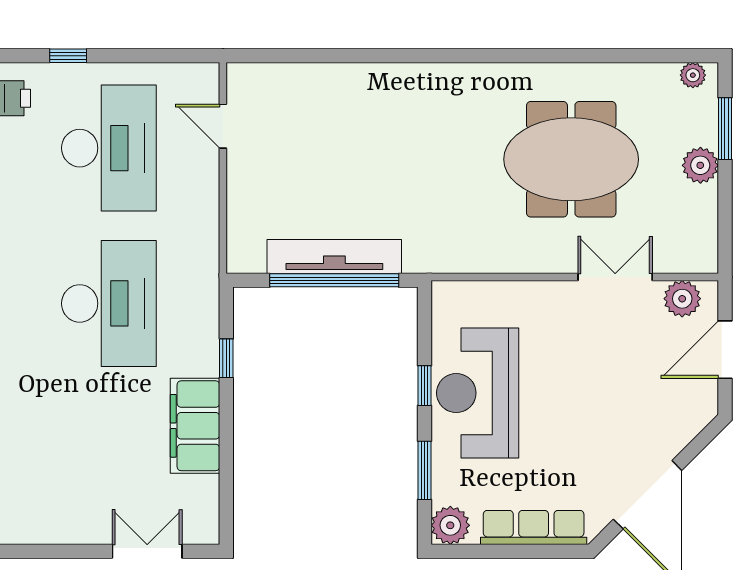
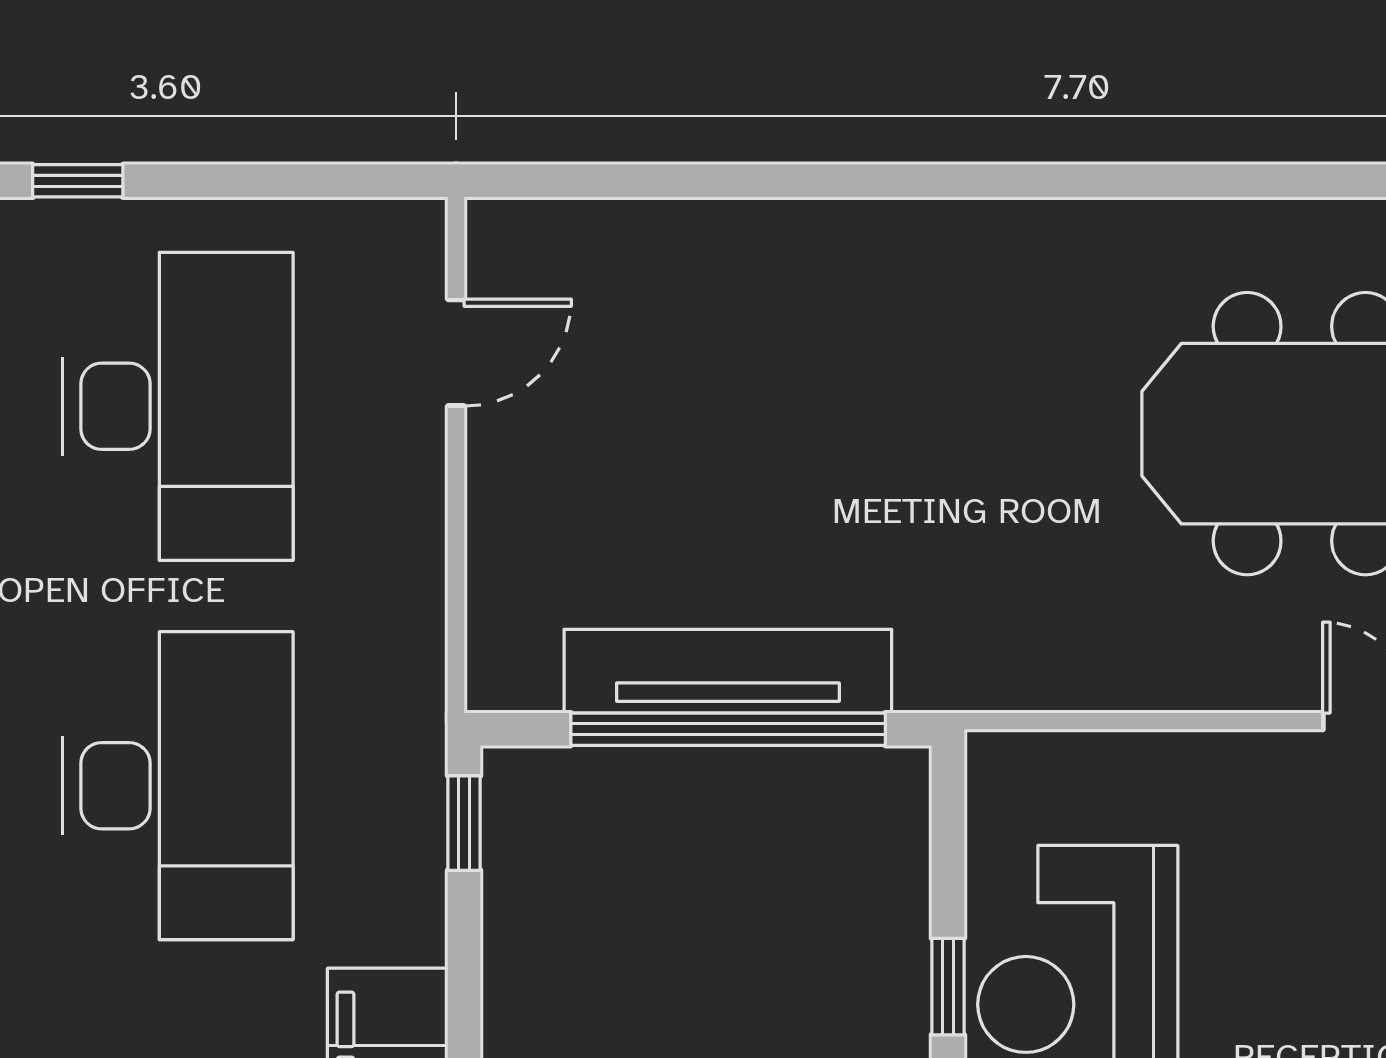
door: (223, 126) -> (456, 353), swing flipped
window: (226, 358) -> (464, 823), moved

